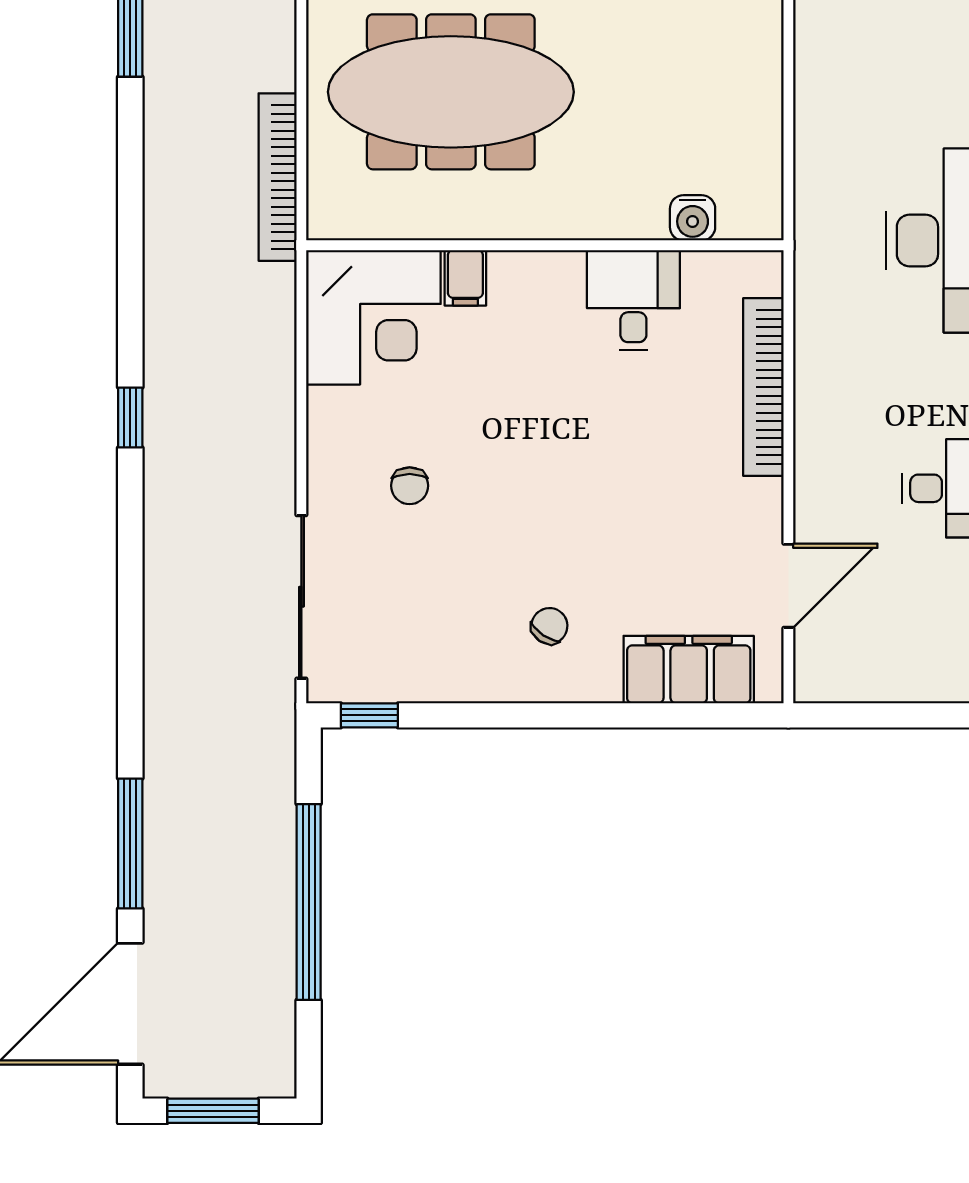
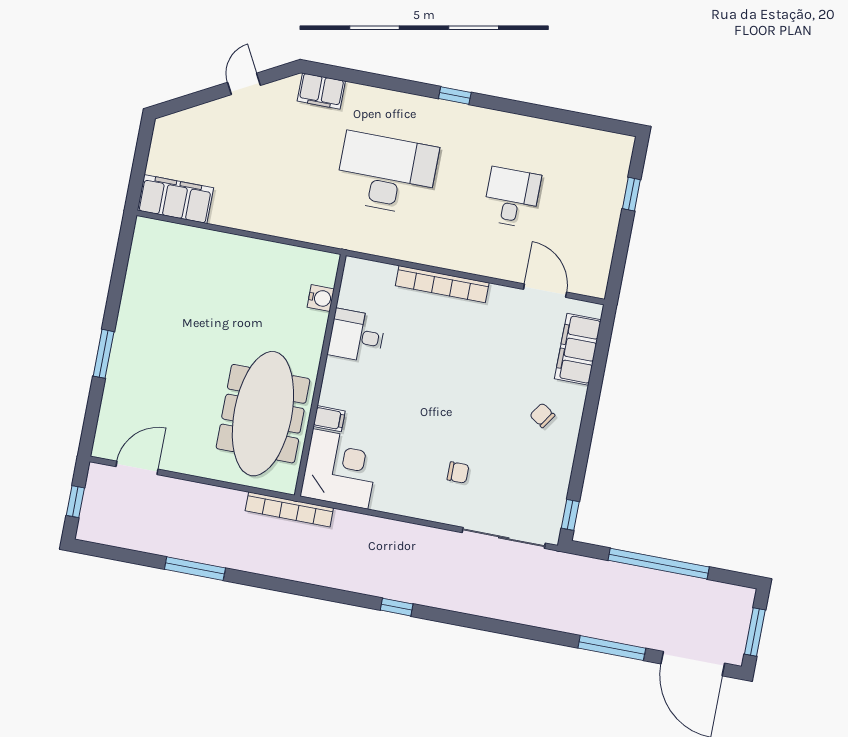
water cooler: (693, 218) -> (321, 298), moved
wall: (545, 245) -> (320, 375), moved
filing cabinet: (465, 278) -> (329, 419), moved
desk: (633, 300) -> (357, 336), moved
corner desk: (373, 317) -> (340, 469), moved

